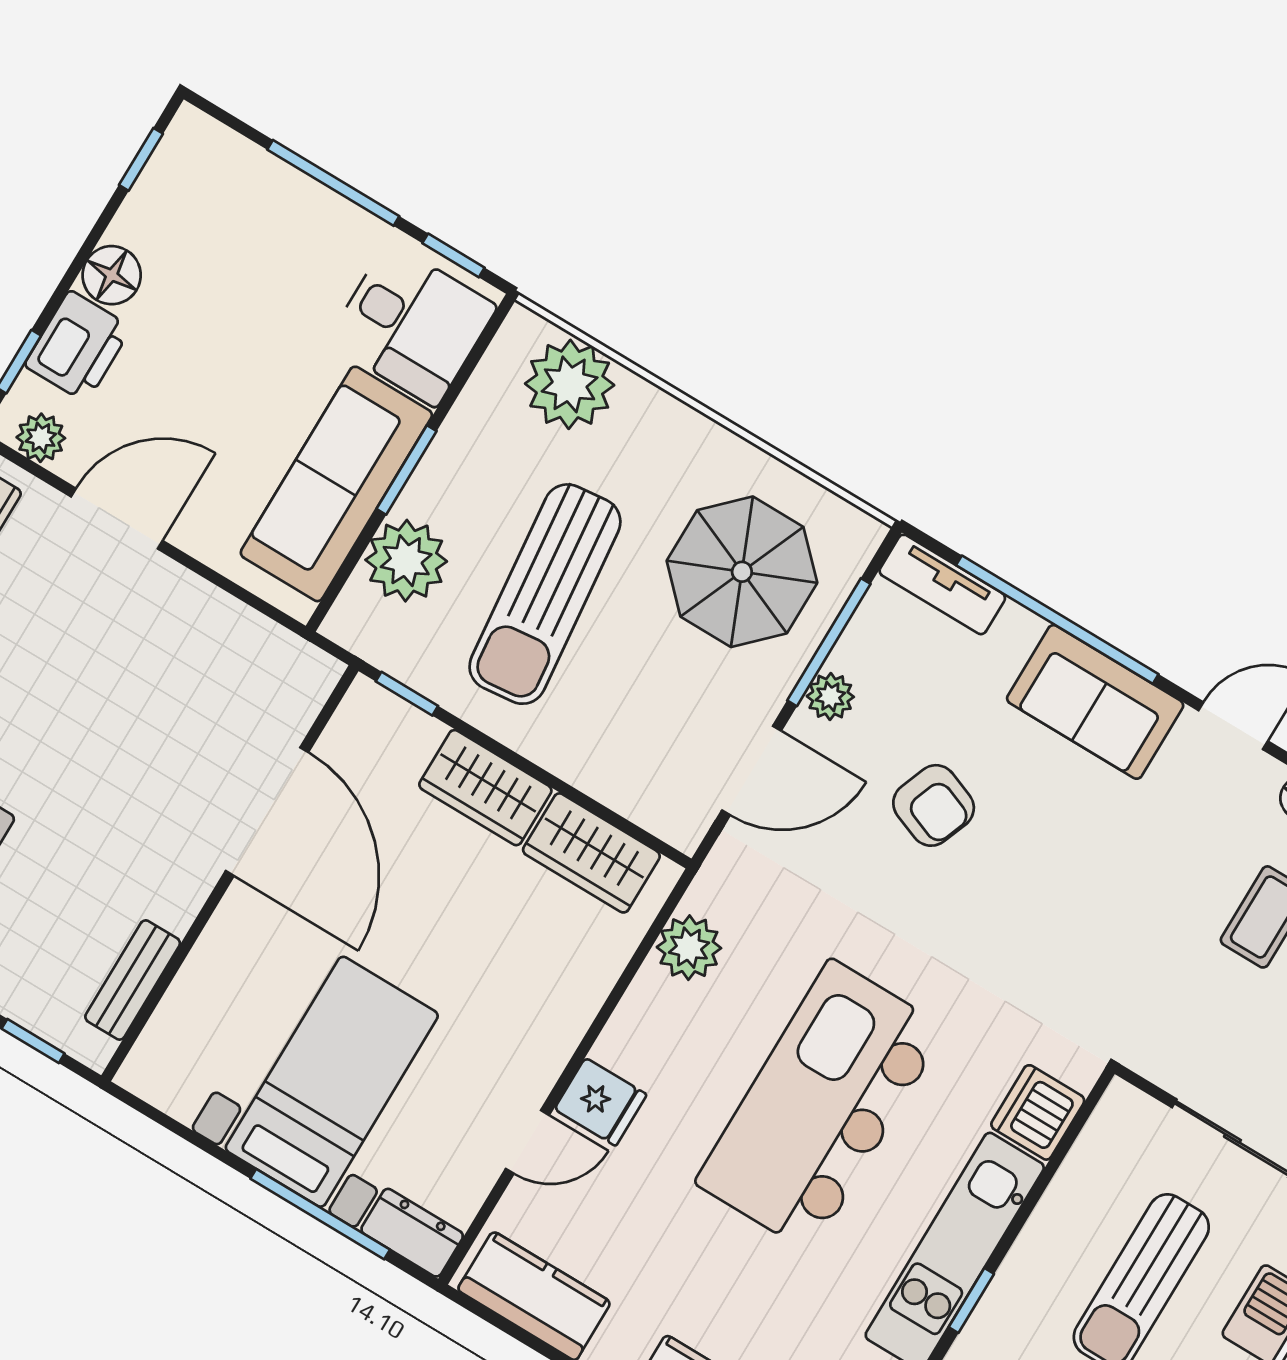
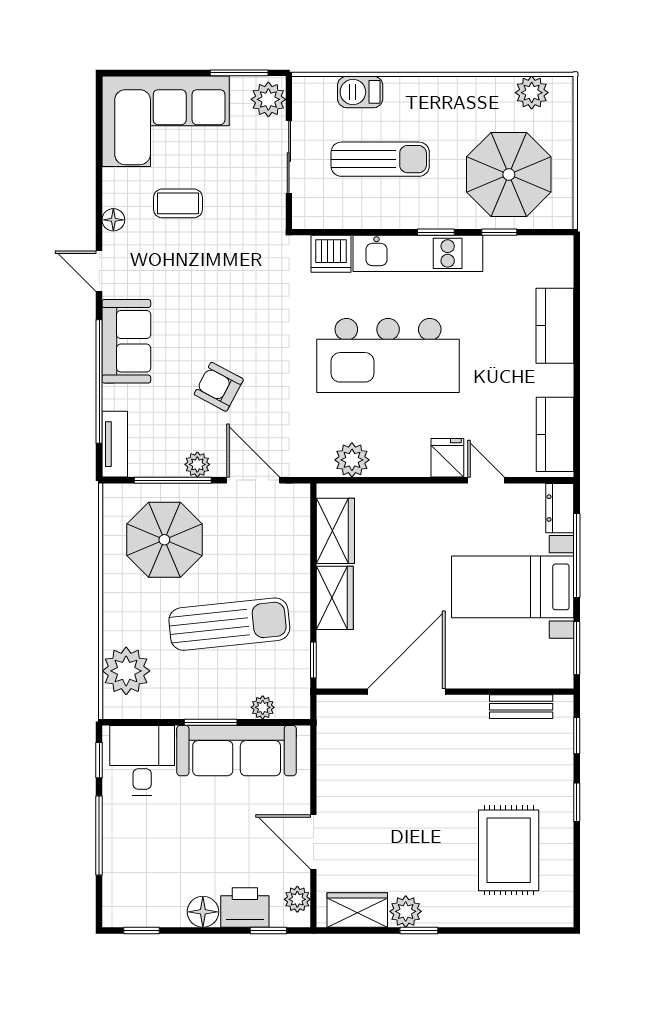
plant: (406, 561) -> (263, 707), width x0.53, depth x0.53
armchair: (934, 805) -> (219, 387), turned -83
window: (172, 1125) -> (577, 648), added

